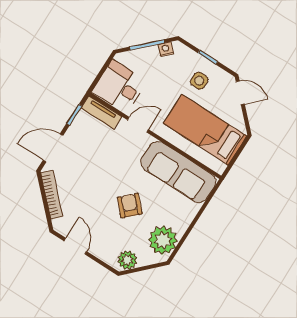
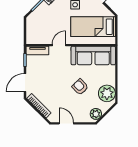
desk: (119, 87) -> (38, 32), removed

